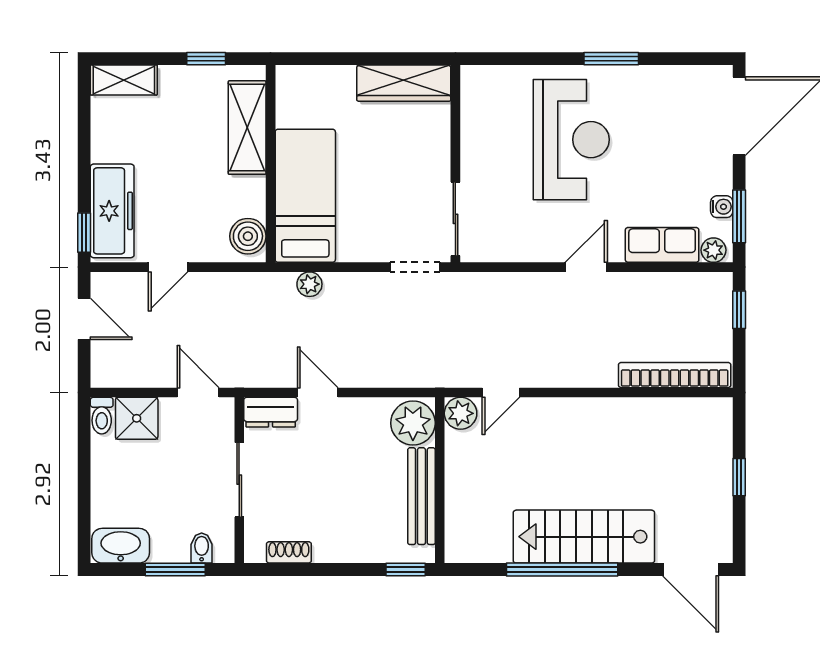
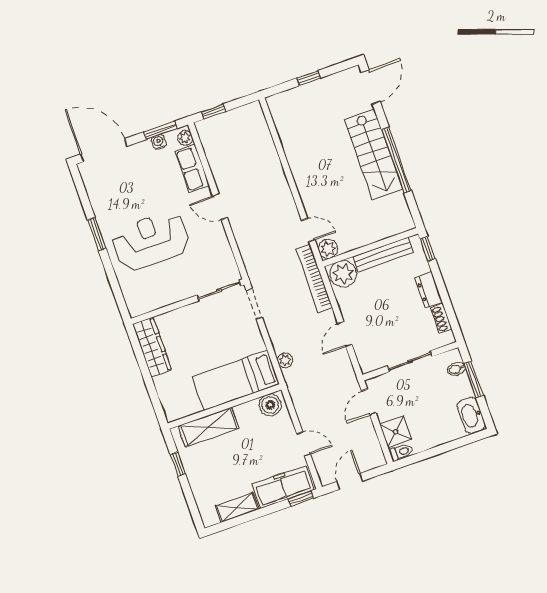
shelving: (124, 80) -> (237, 507), moved, turned 90
bookcase: (675, 375) -> (314, 278), moved
dresser: (271, 412) -> (429, 290), moved, turned 180

